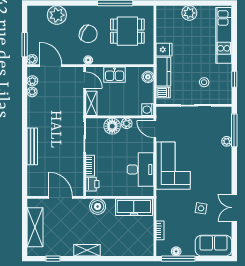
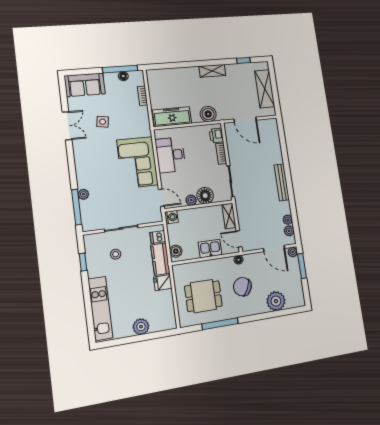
bench: (32, 146) -> (282, 182), moved

